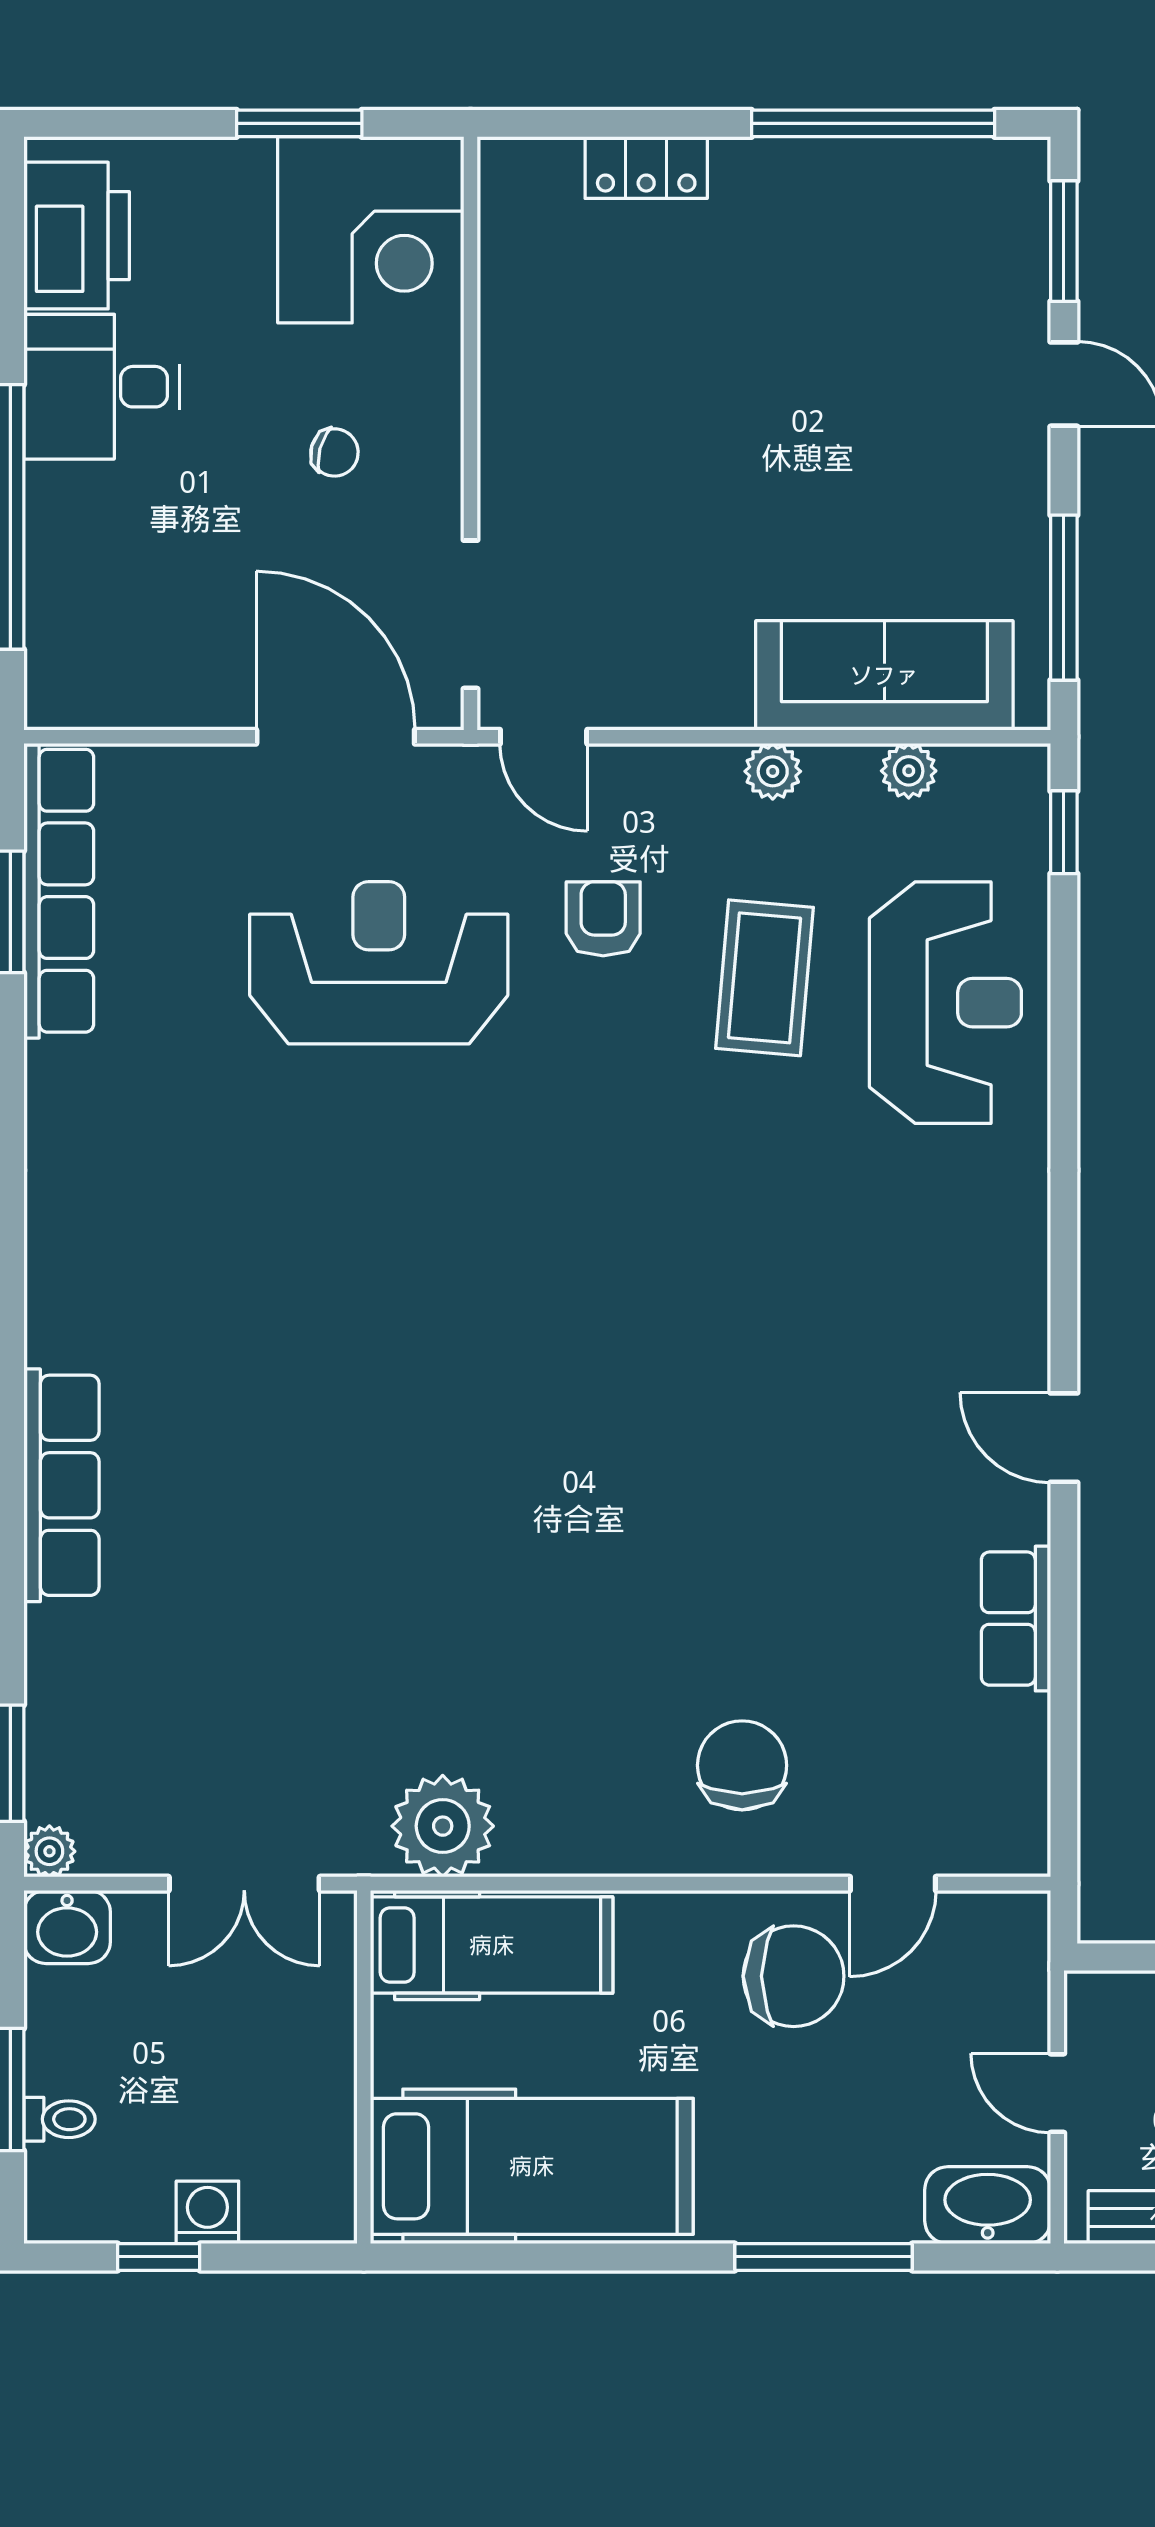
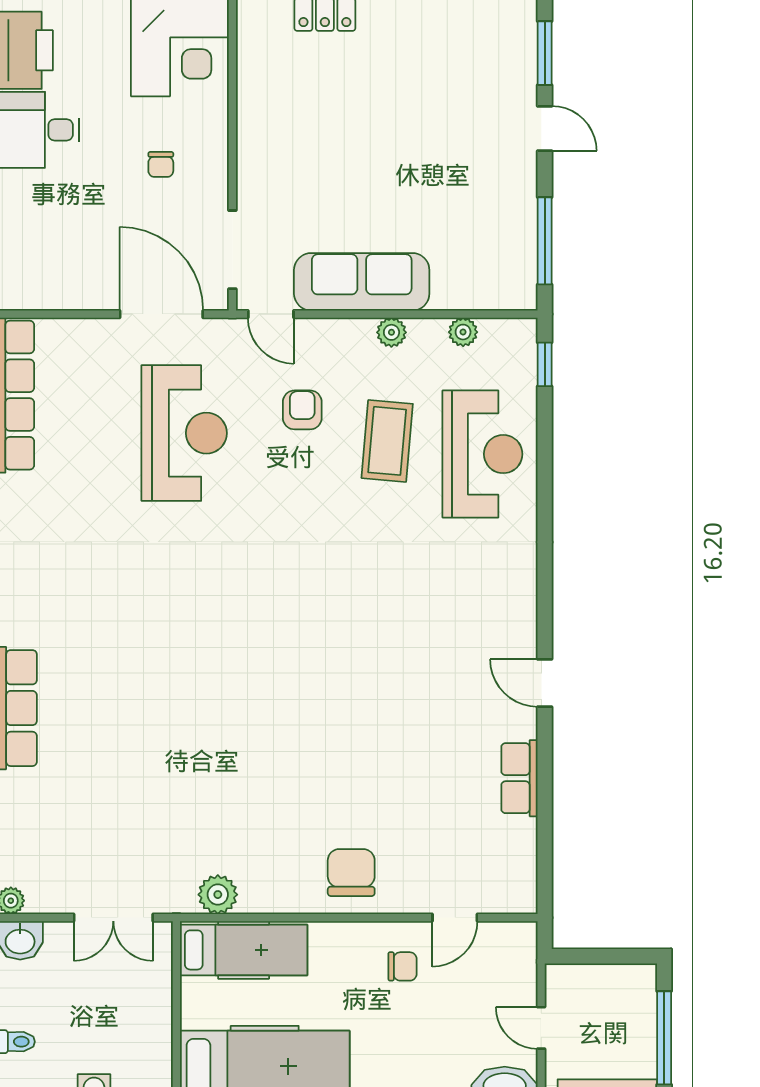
chair: (334, 452) -> (161, 164), turned 75
sofa: (884, 675) -> (362, 282), moved
reception desk: (379, 963) -> (184, 433), turned 90
chair: (742, 1765) -> (351, 873), moved
plant: (443, 1826) -> (218, 895), width x0.73, depth x0.73
chair: (794, 1976) -> (402, 966), width x0.54, depth x0.54

